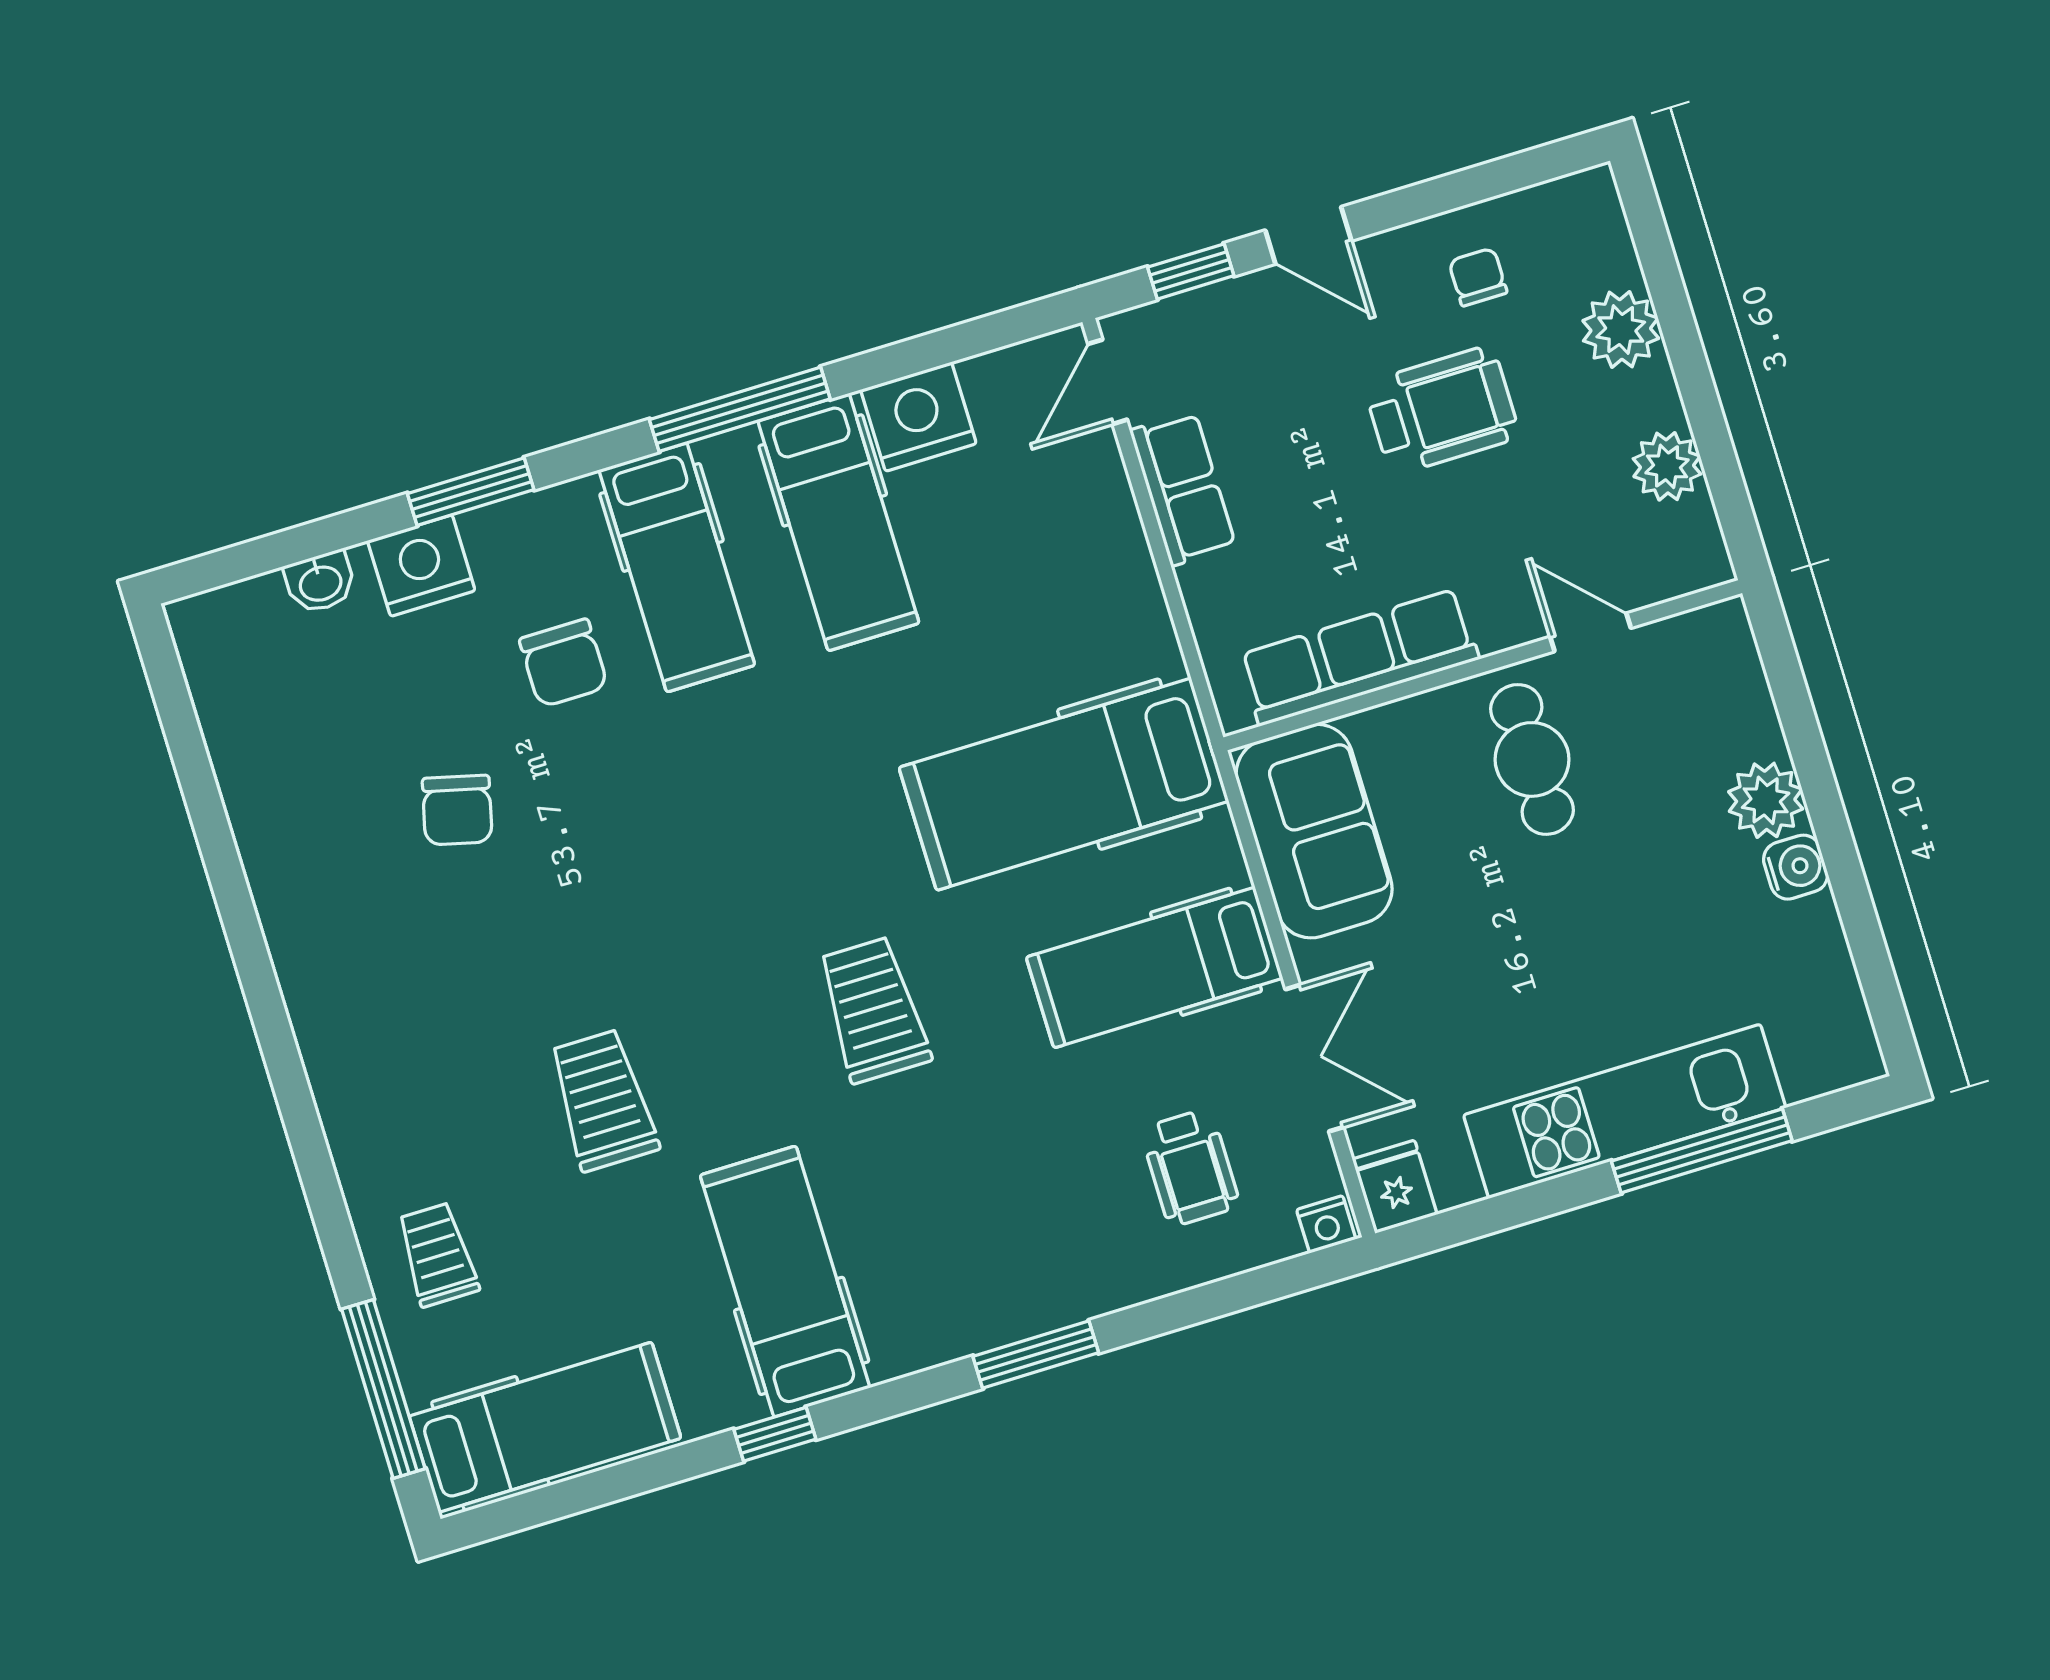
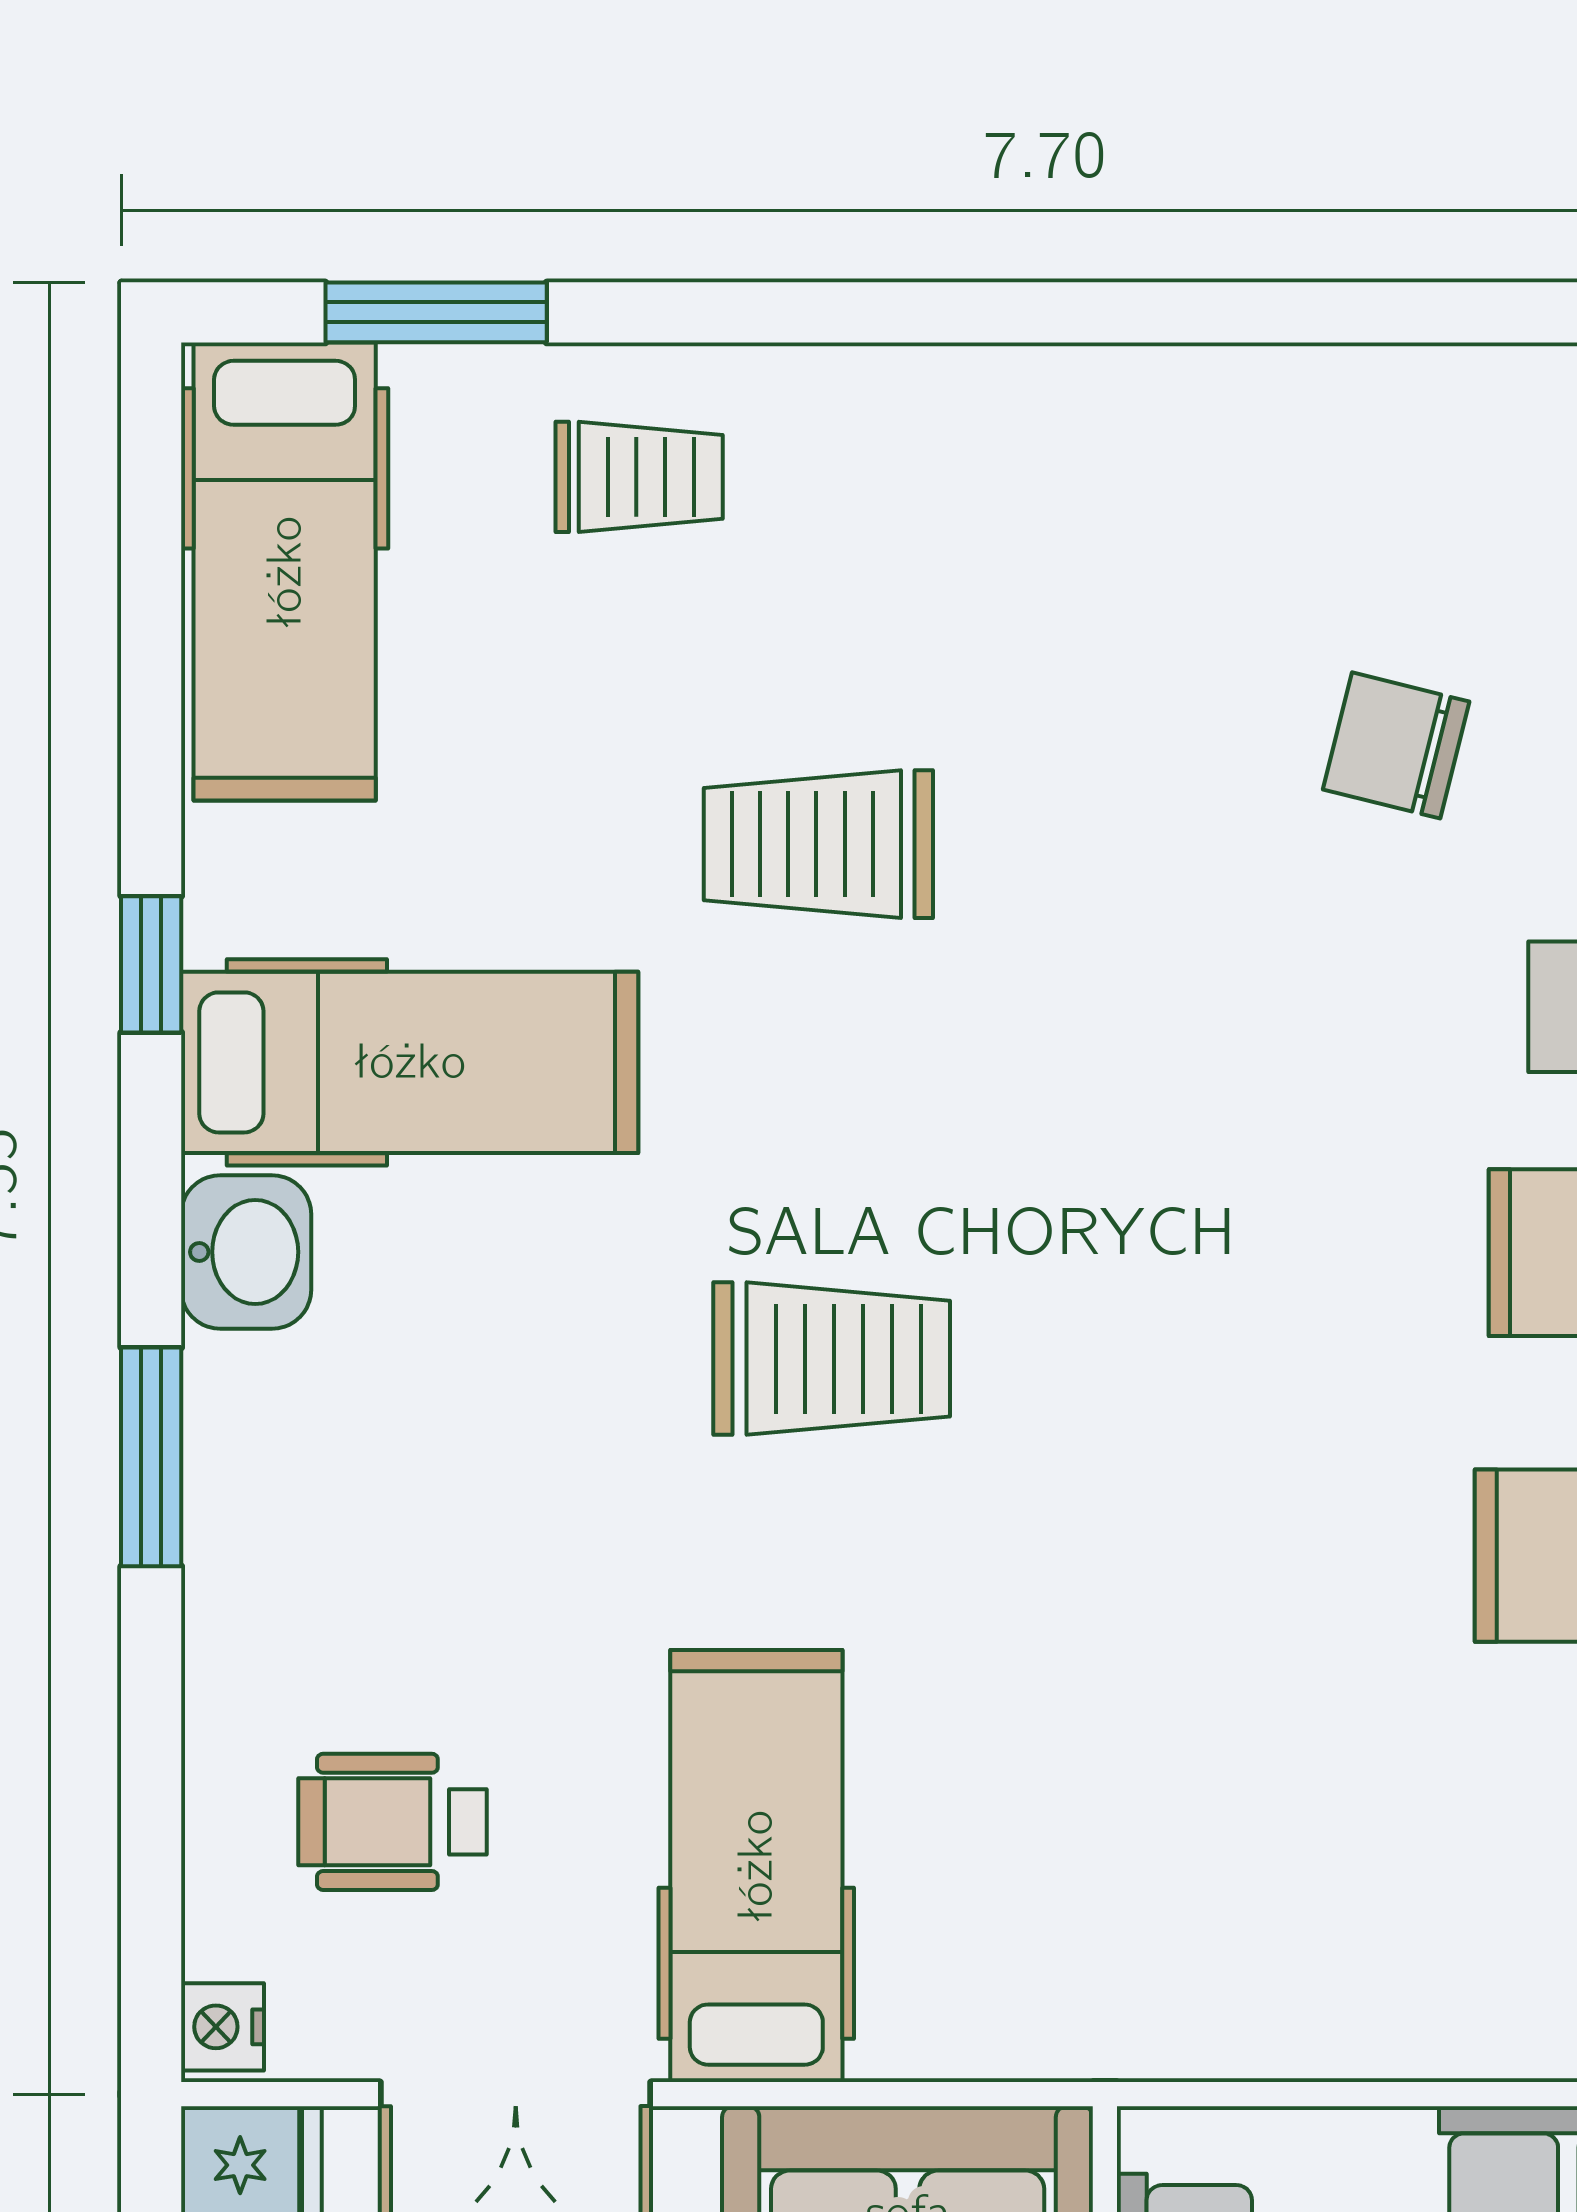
hospital bed: (1064, 784) -> (1121, 1806), removed
trolley: (603, 1100) -> (818, 844), turned 180
washbasin: (912, 1337) -> (246, 1252), added
window: (383, 1389) -> (436, 312), width x0.69

